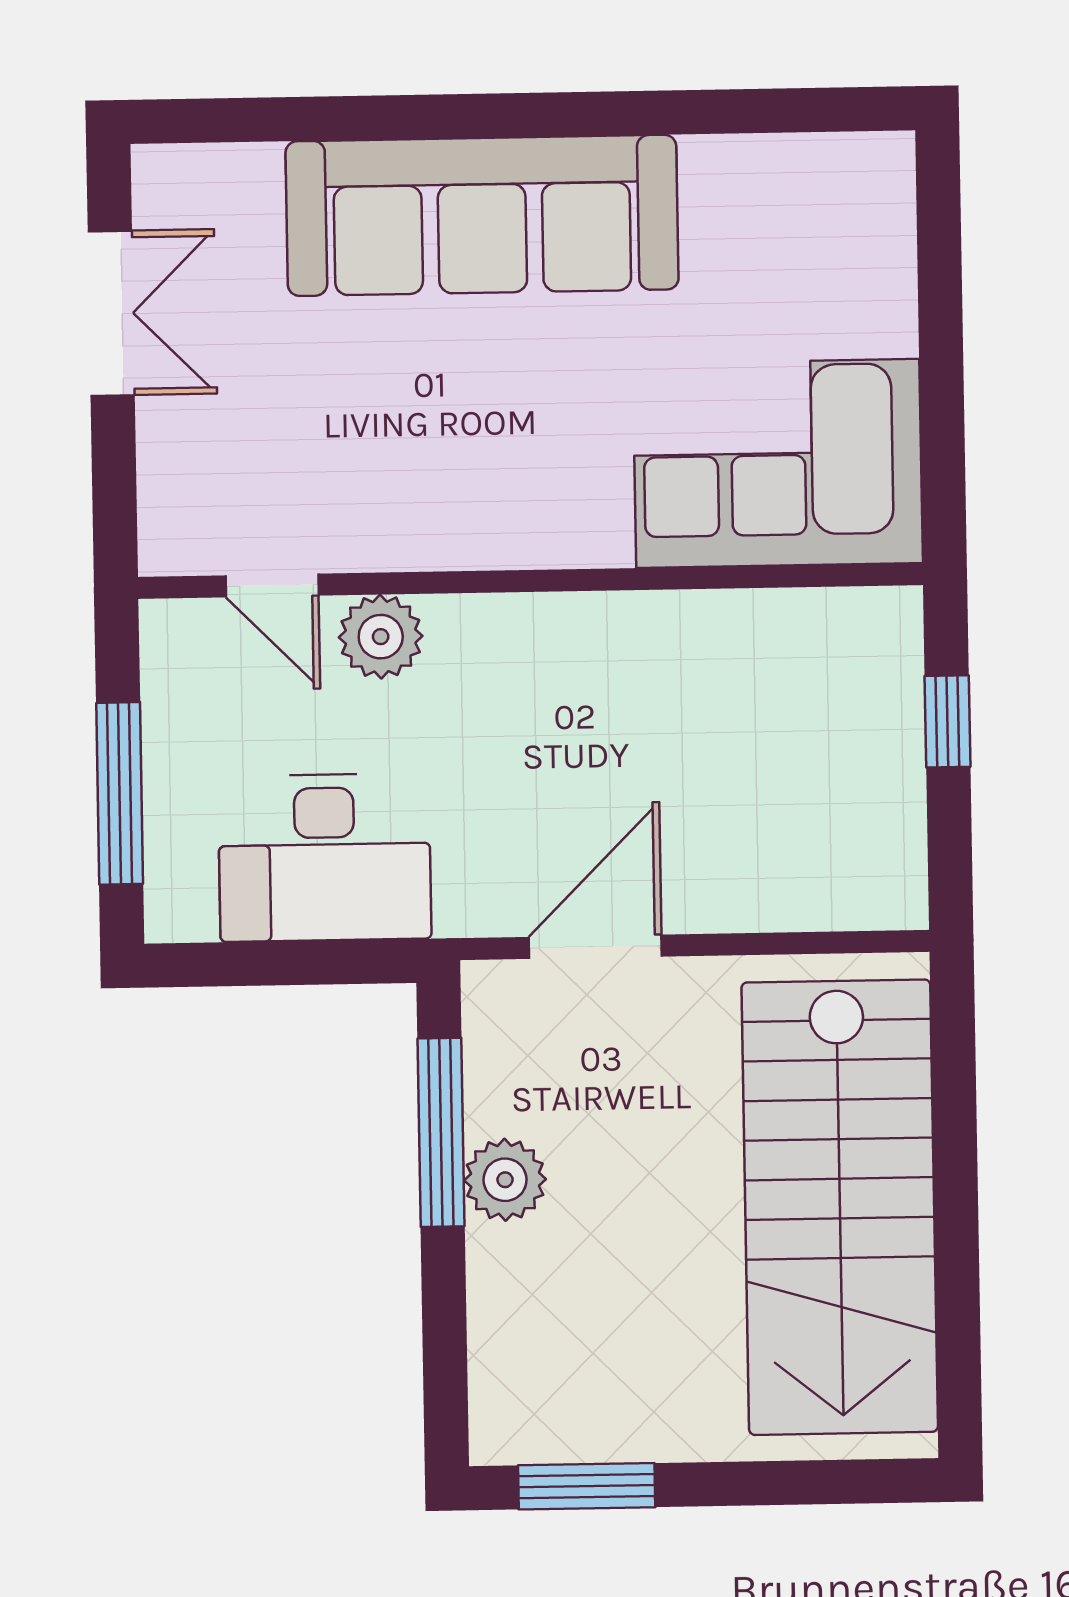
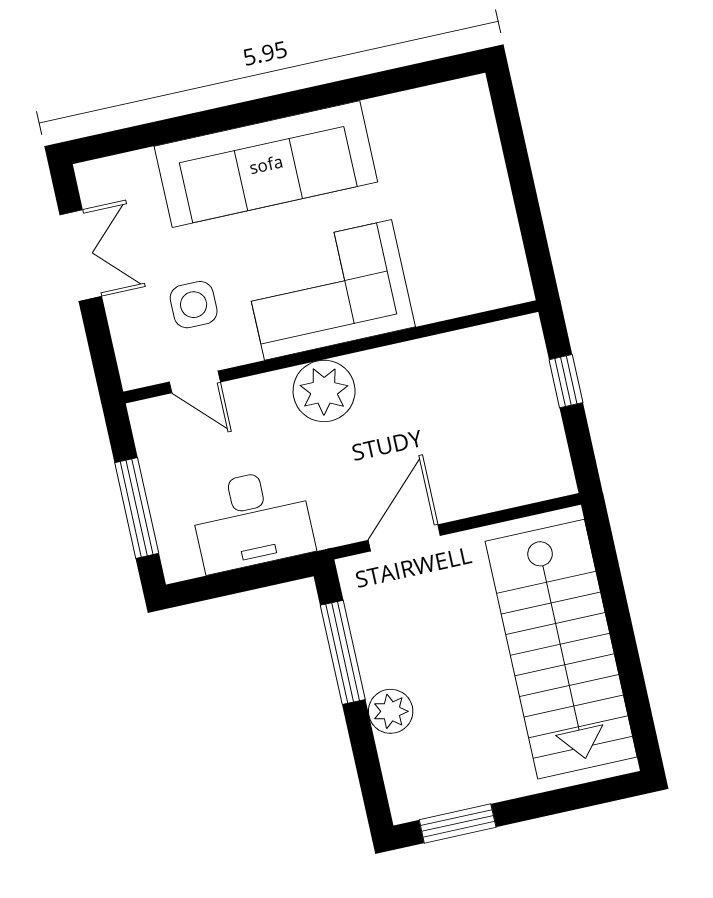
side table: (298, 444) -> (194, 305), added
corner sofa: (778, 463) -> (328, 290), moved
plant: (381, 637) -> (324, 391), moved, width x1.36, depth x1.36
plant: (505, 1180) -> (391, 711), moved

